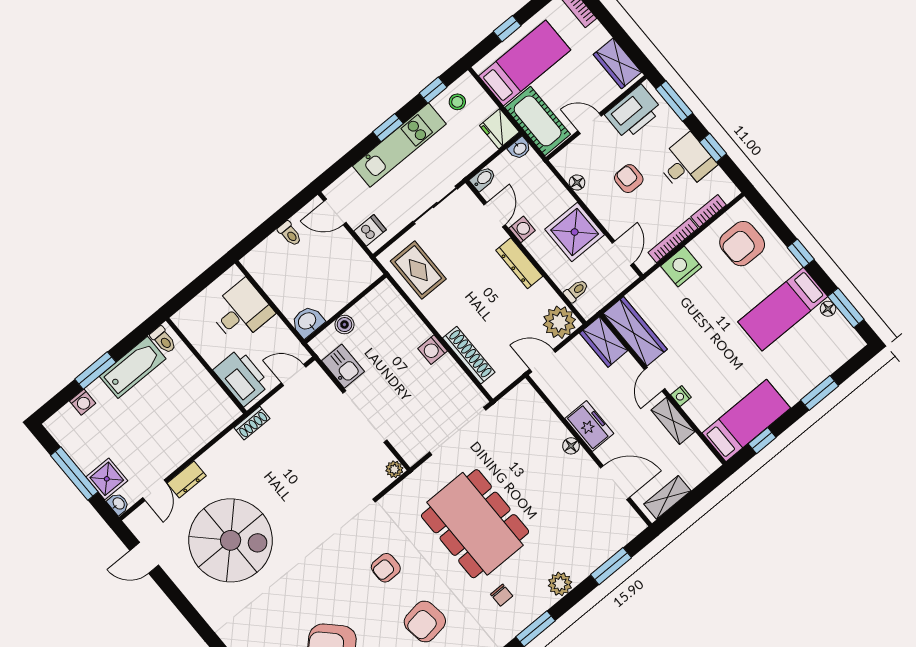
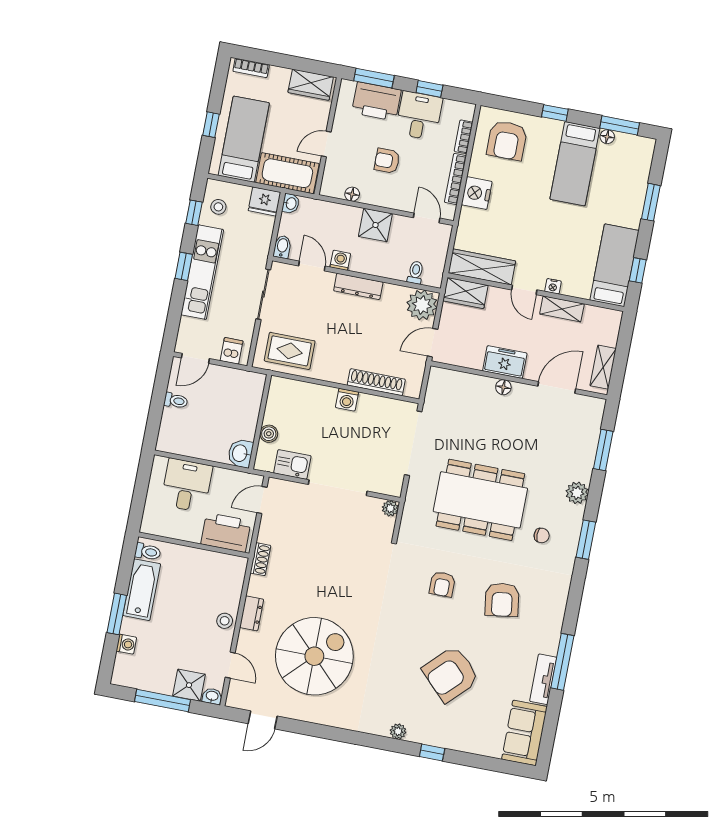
printer: (634, 112) -> (376, 101), moved, turned 90
shower: (575, 232) -> (375, 225), width x0.73, depth x0.73
stool: (180, 450) -> (225, 621), added
dresser: (187, 479) -> (252, 613), moved

